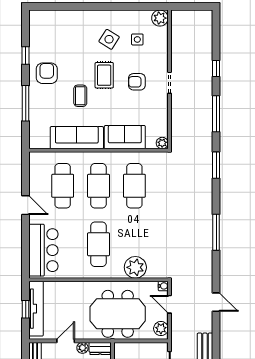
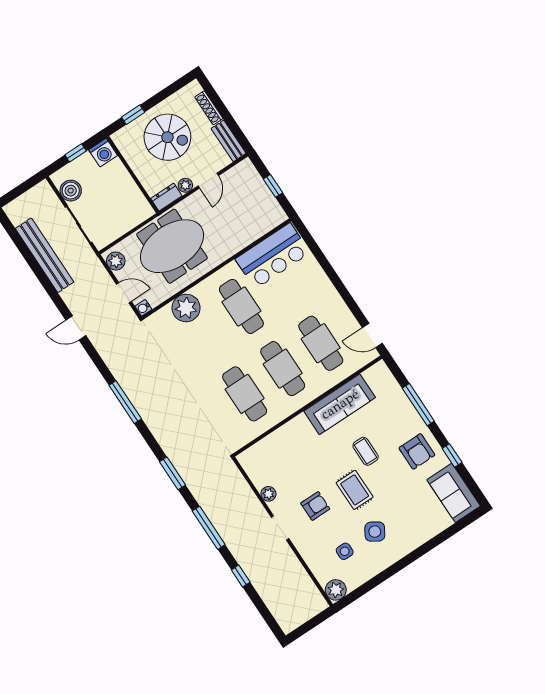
sofa: (125, 137) -> (454, 493), moved, turned 90
plant: (162, 143) -> (268, 494), moved
door: (26, 205) -> (372, 335), moved
bar counter: (43, 250) -> (273, 256), moved, turned -90
tv unit: (36, 309) -> (262, 194), removed

